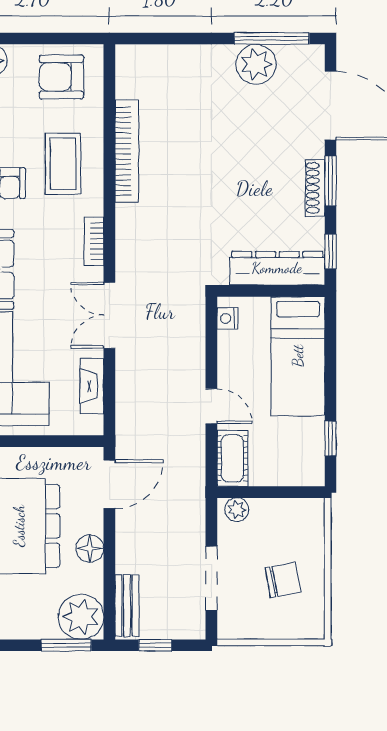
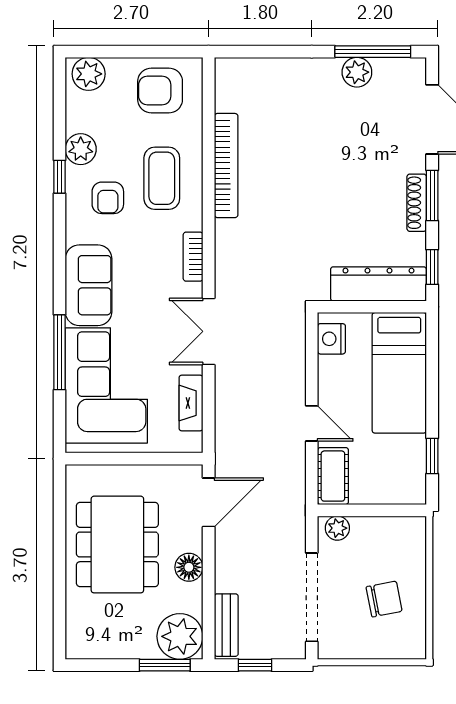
plant: (256, 64) -> (357, 72), width x0.73, depth x0.73
nightstand: (227, 318) -> (331, 339), width x1.39, depth x1.35
doorway: (211, 578) -> (312, 597), width x1.36

